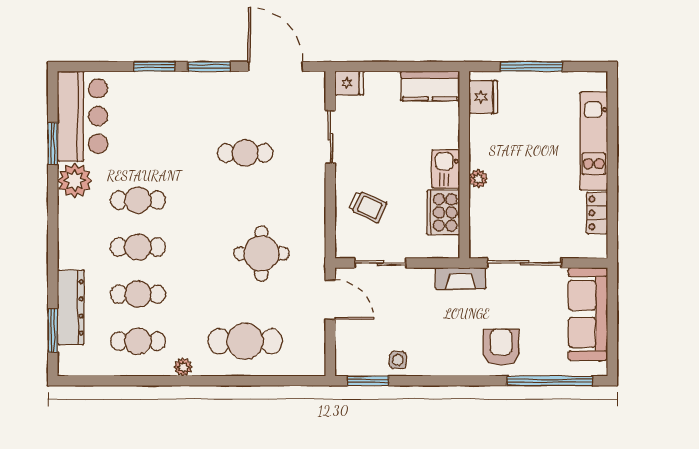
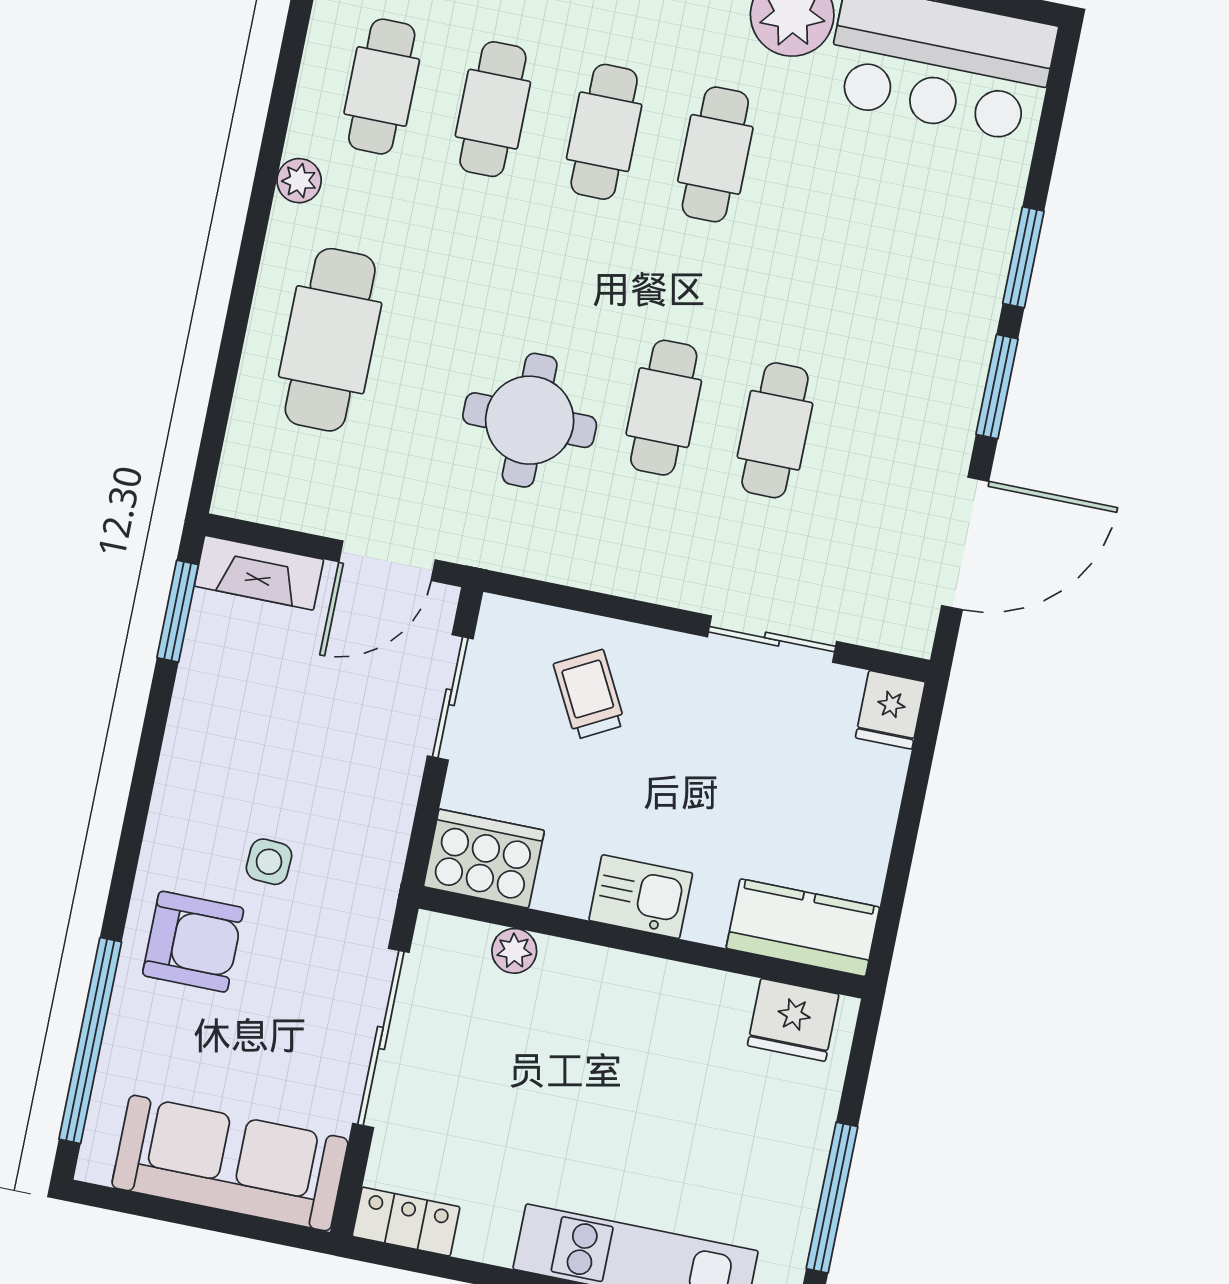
window: (531, 66) -> (832, 1198), moved
kitchen counter: (430, 86) -> (803, 928), moved, turned 90
plant: (478, 179) -> (514, 951), moved
cafe table: (245, 200) -> (664, 408), added
trolley: (368, 207) -> (589, 694), turned 128
cooker: (443, 212) -> (484, 859), moved
locker: (597, 213) -> (406, 1222), moved
fireplace: (460, 278) -> (259, 573), moved, turned -90
side table: (398, 360) -> (269, 862), moved

